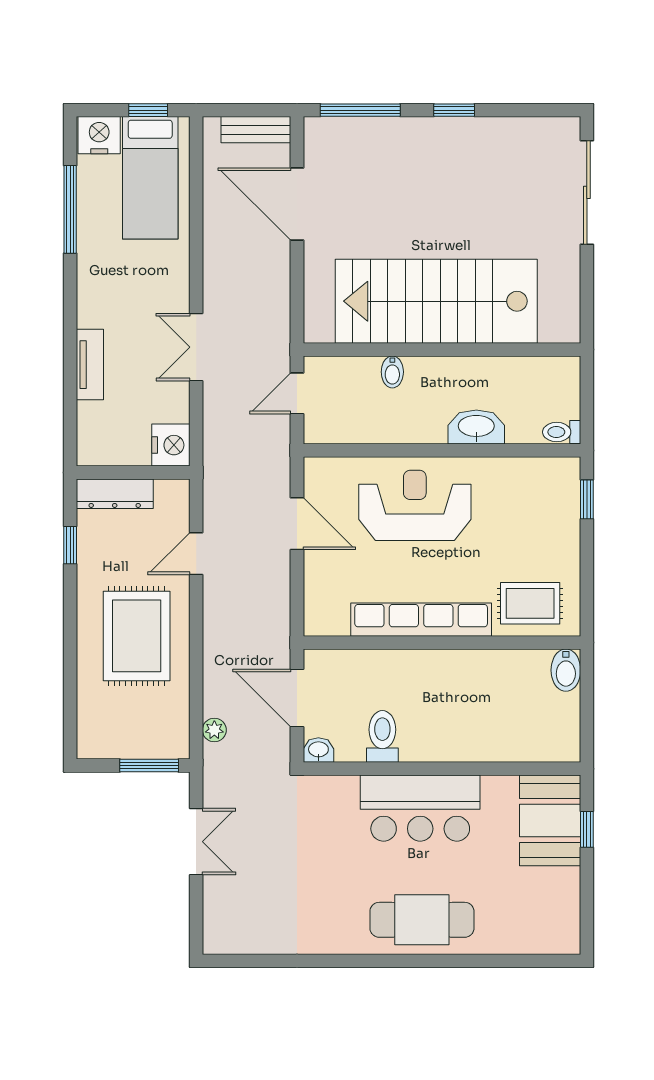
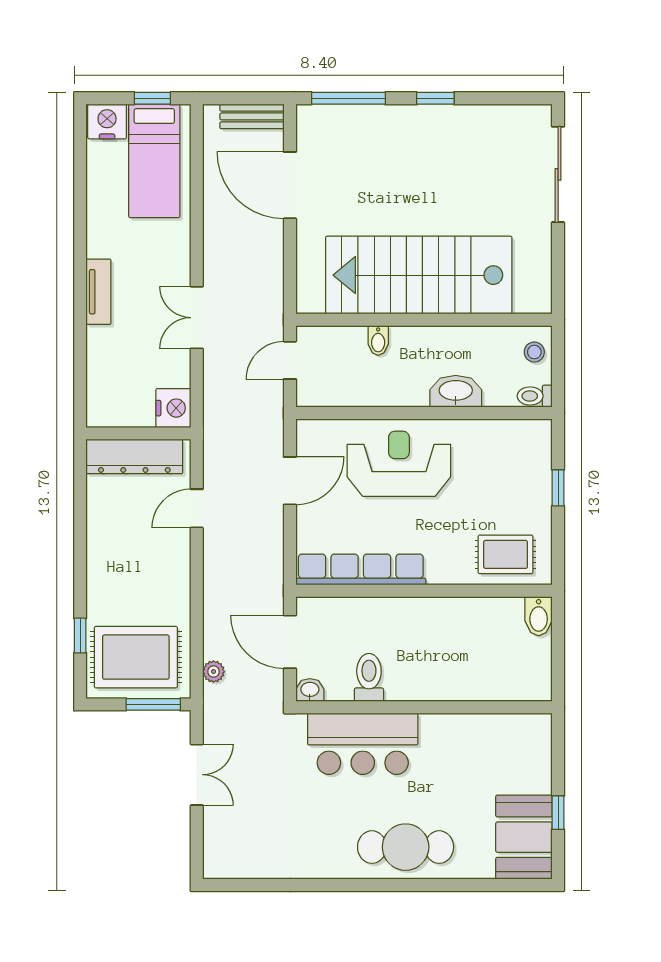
window: (70, 209) -> (80, 190), removed
tv unit: (90, 365) -> (98, 292), moved
stool: (561, 384) -> (534, 352), added
dresser: (115, 494) -> (134, 456), width x1.37, depth x1.24
window: (587, 499) -> (558, 488), moved
door: (297, 524) -> (290, 481), hinge flipped
window: (70, 545) -> (80, 635), moved
row of seats: (421, 620) -> (361, 569), moved
rug: (137, 636) -> (136, 657), moved, turned 90
bar counter: (420, 808) -> (363, 744), moved
booth: (550, 820) -> (524, 837), moved
window: (587, 829) -> (558, 813), moved

